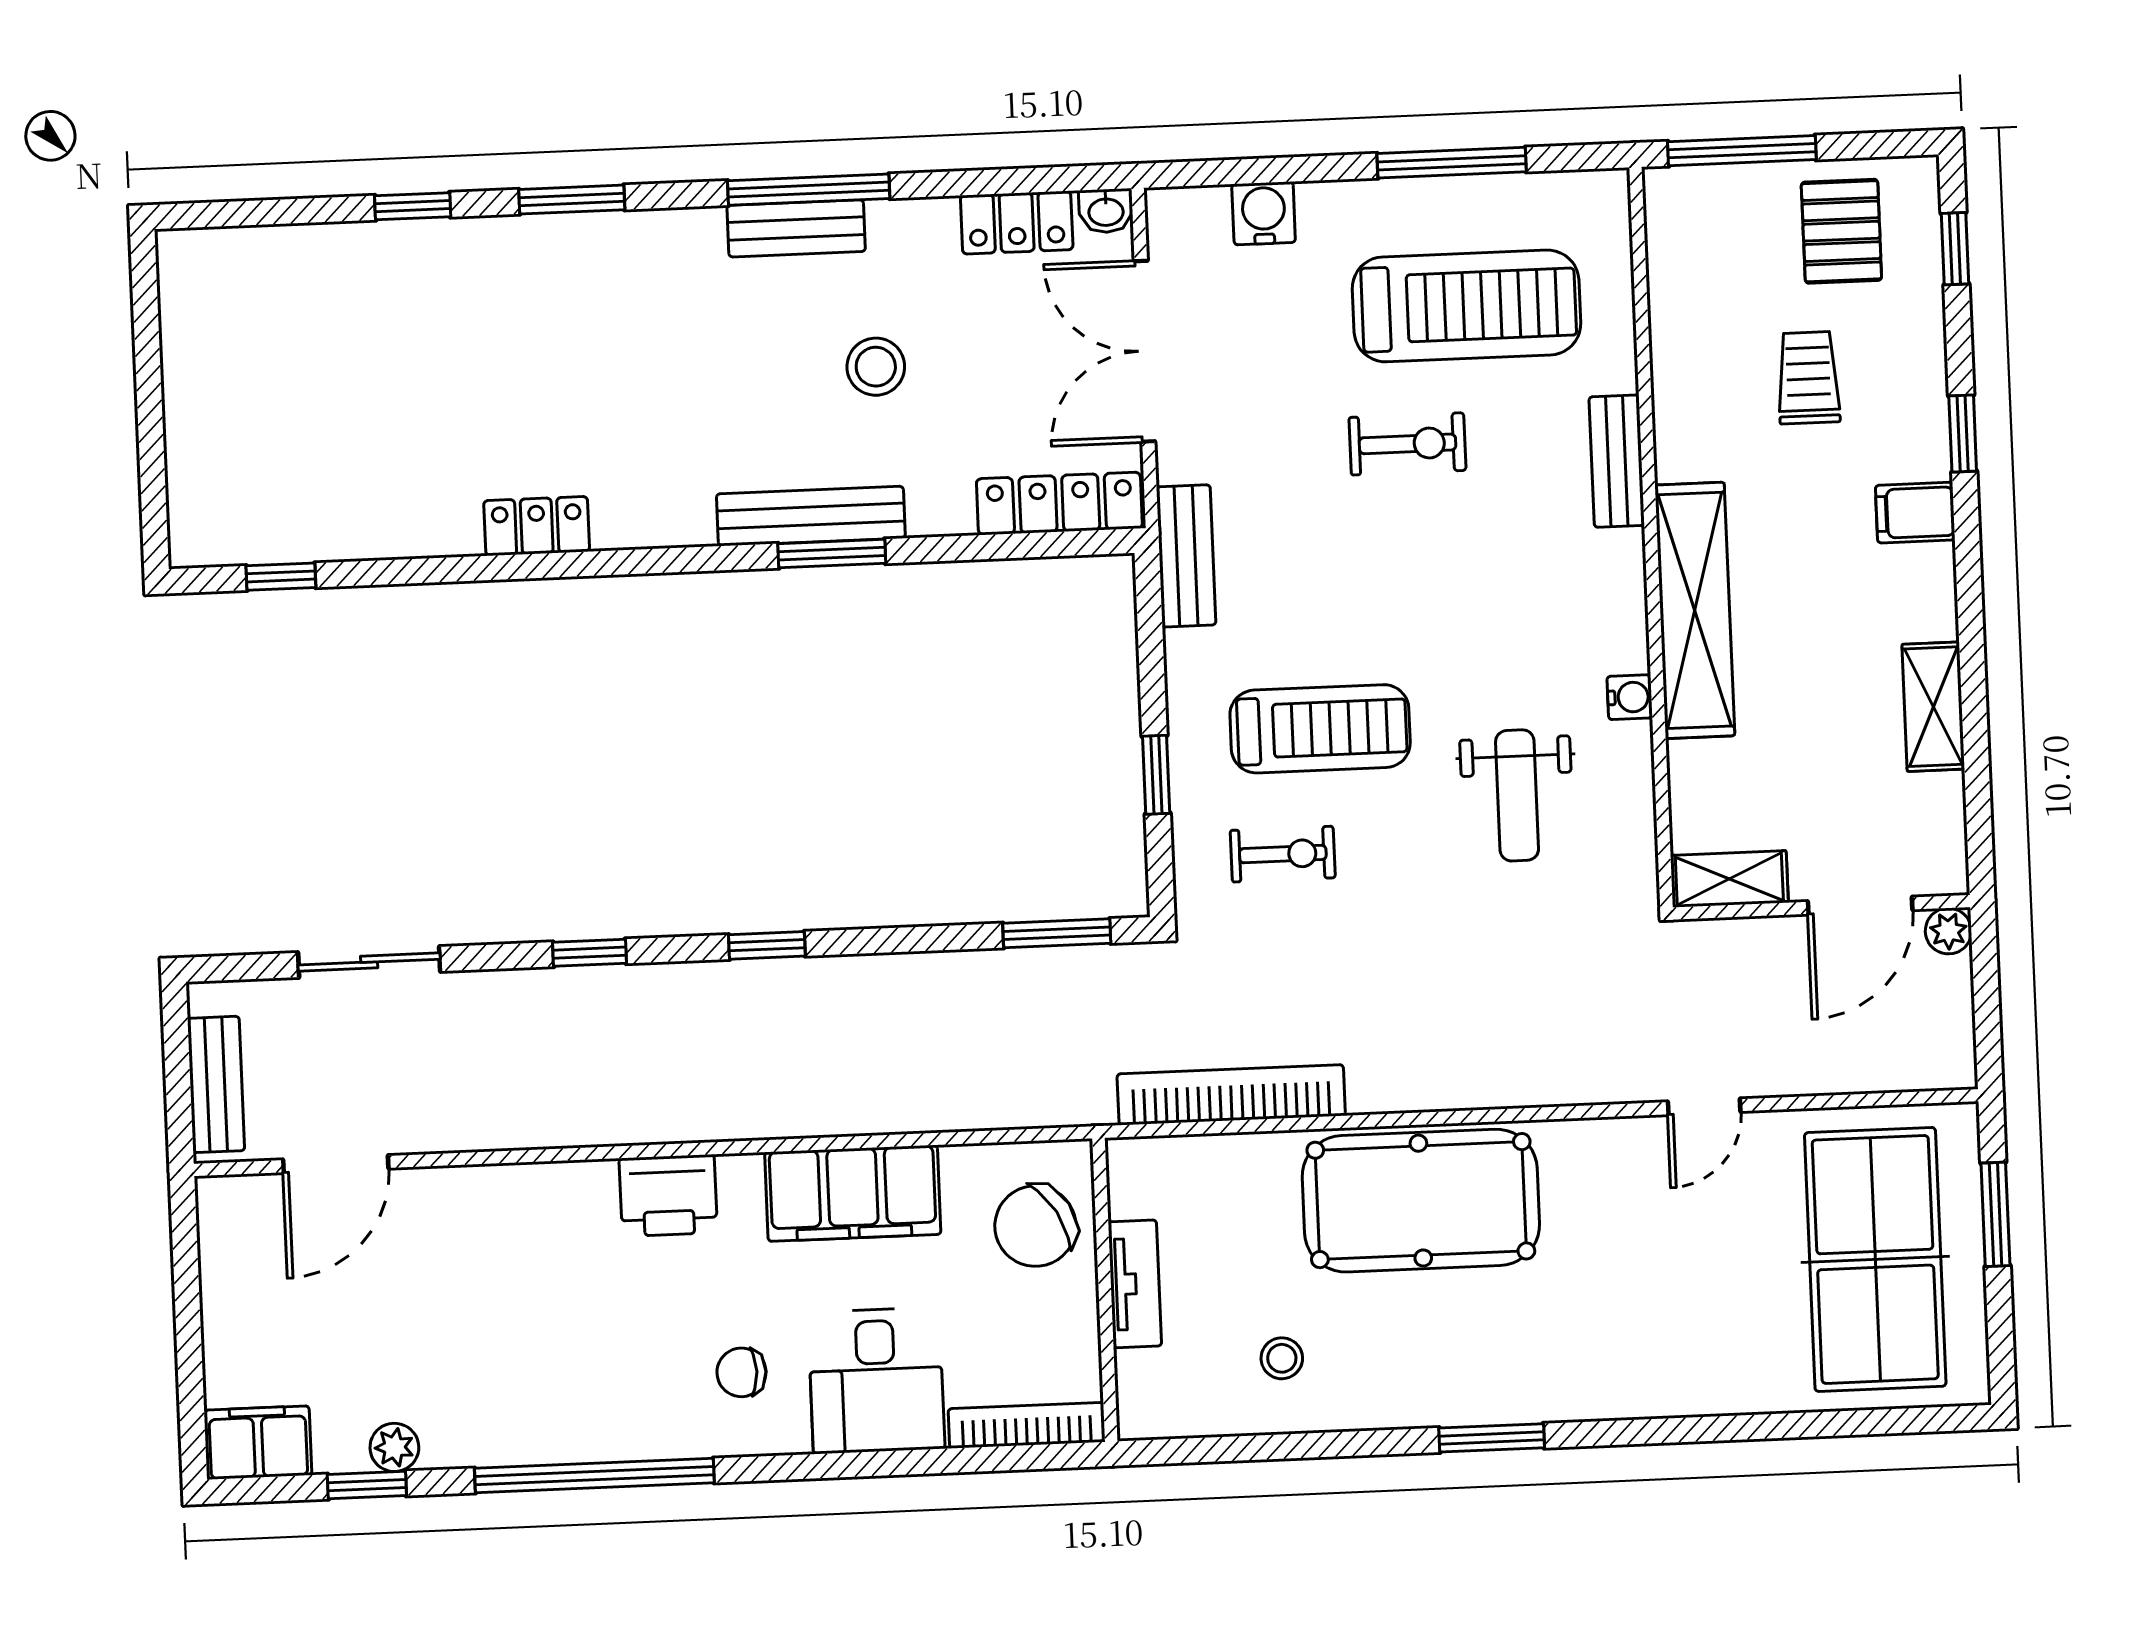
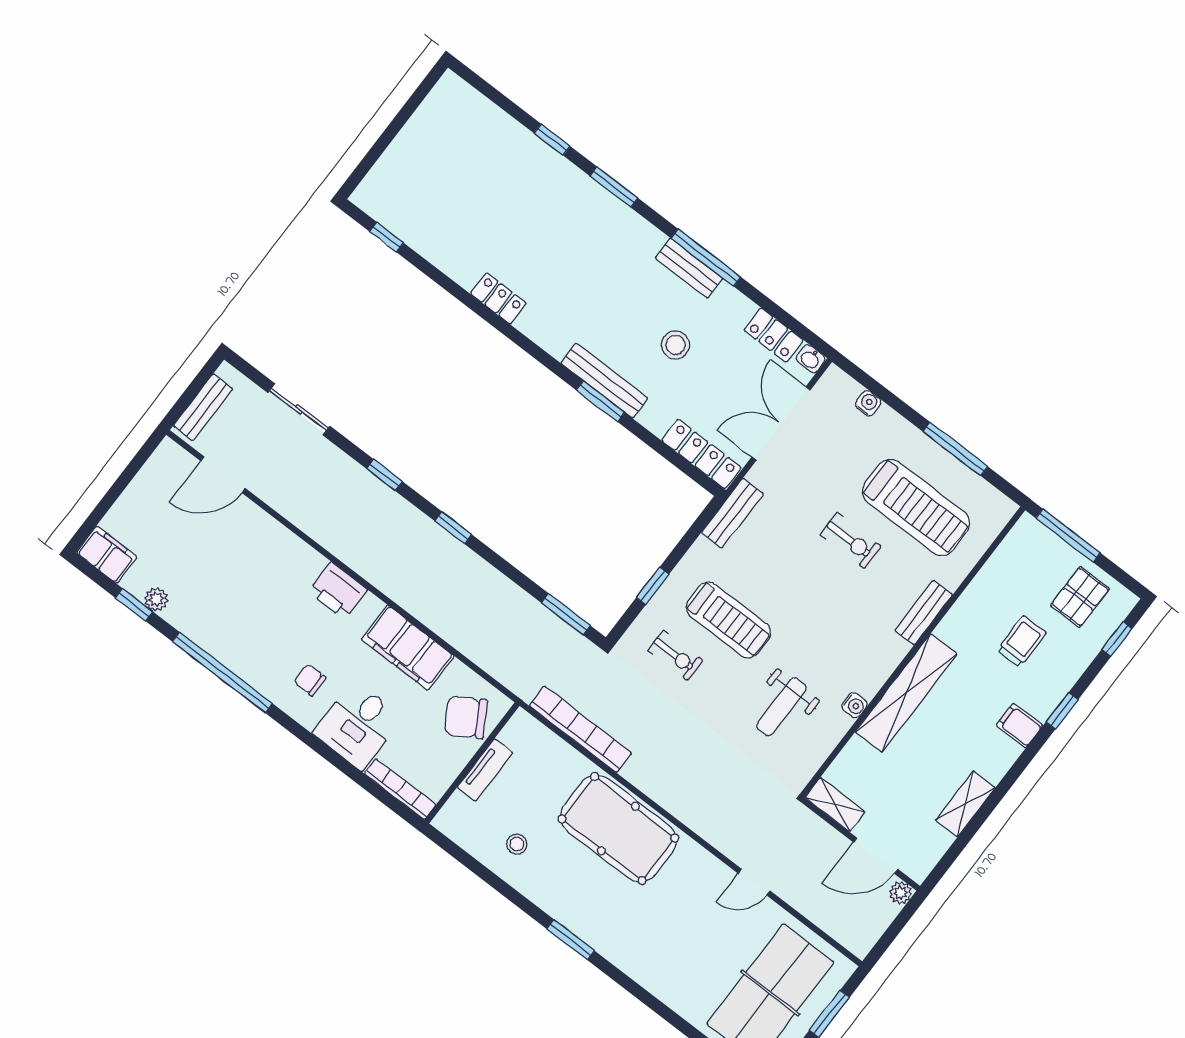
water cooler: (1264, 213) -> (868, 403), width x0.72, depth x0.72

